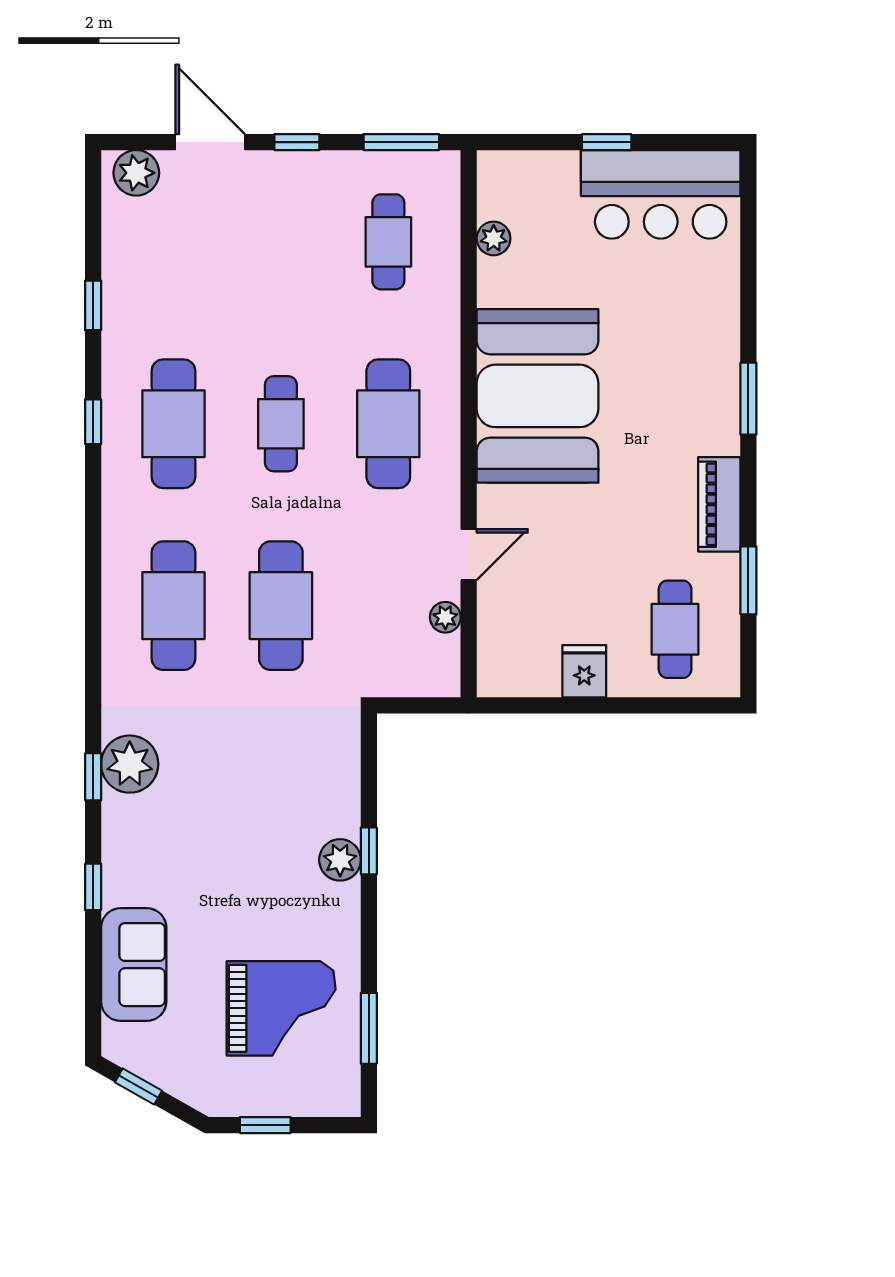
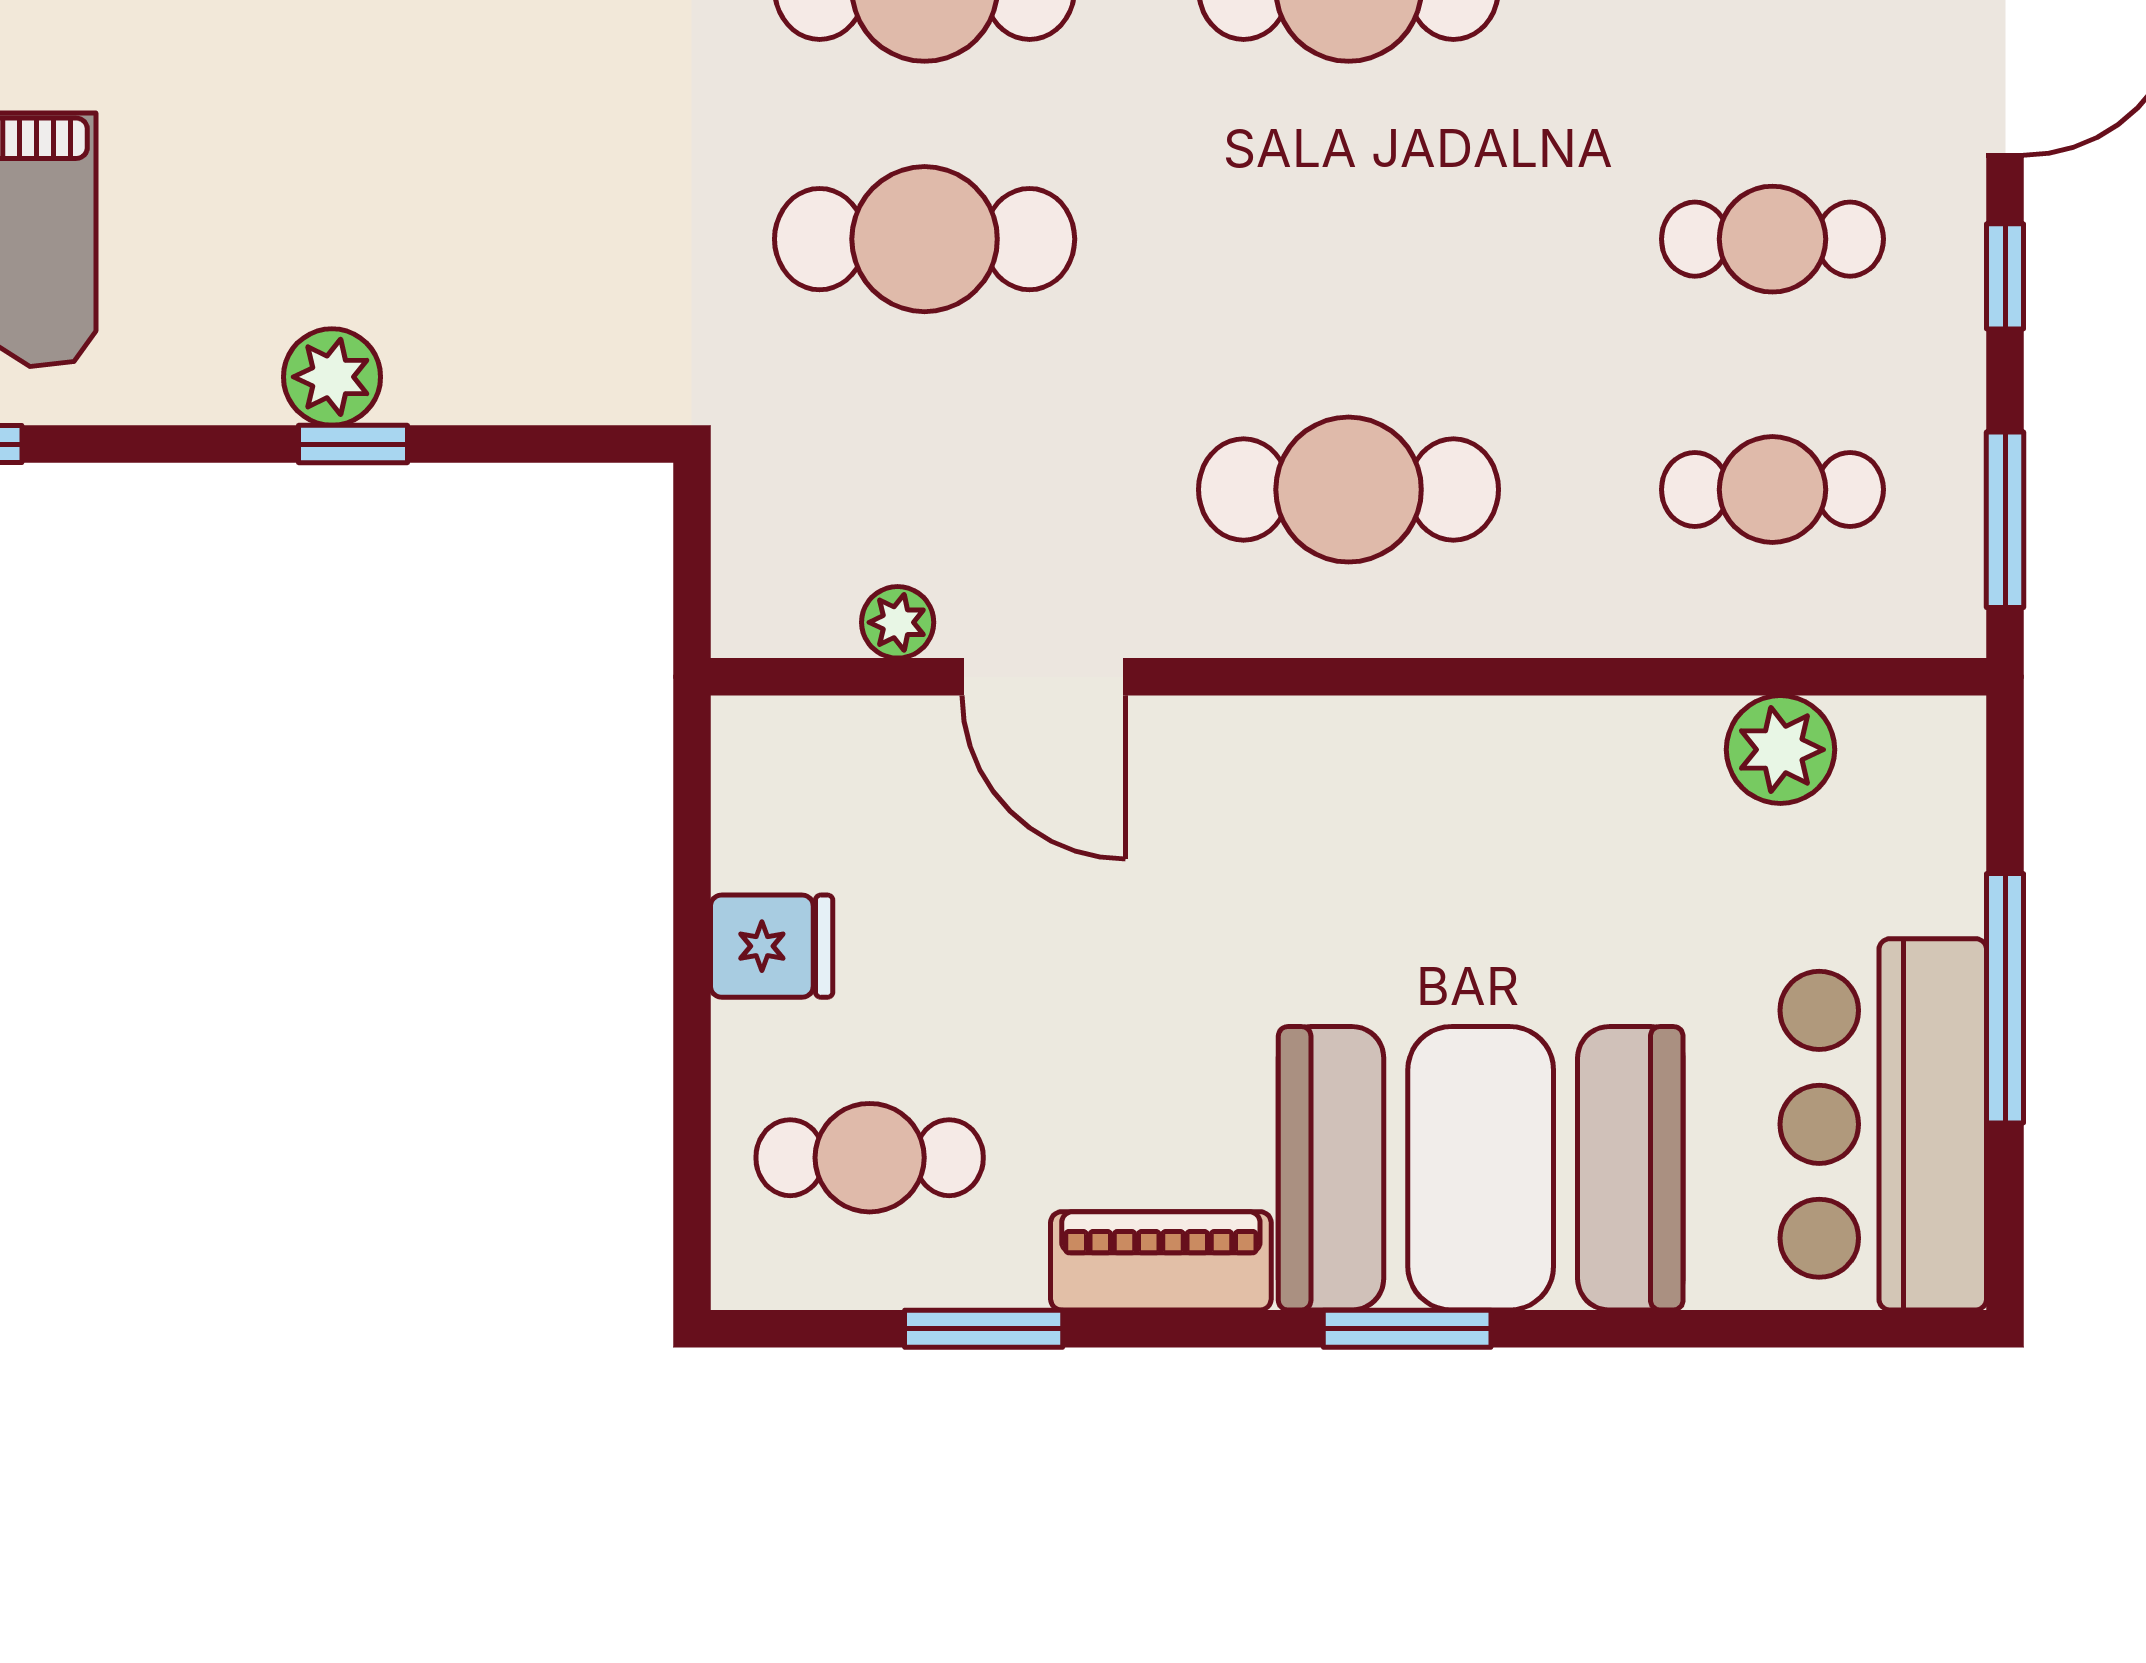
window: (607, 142) -> (2005, 998), width x2.17
plant: (494, 238) -> (1780, 750), width x1.38, depth x1.38
booth: (538, 396) -> (1481, 1168), moved
cafe table: (281, 424) -> (1772, 239), moved
door: (469, 555) -> (1044, 677), width x1.38

